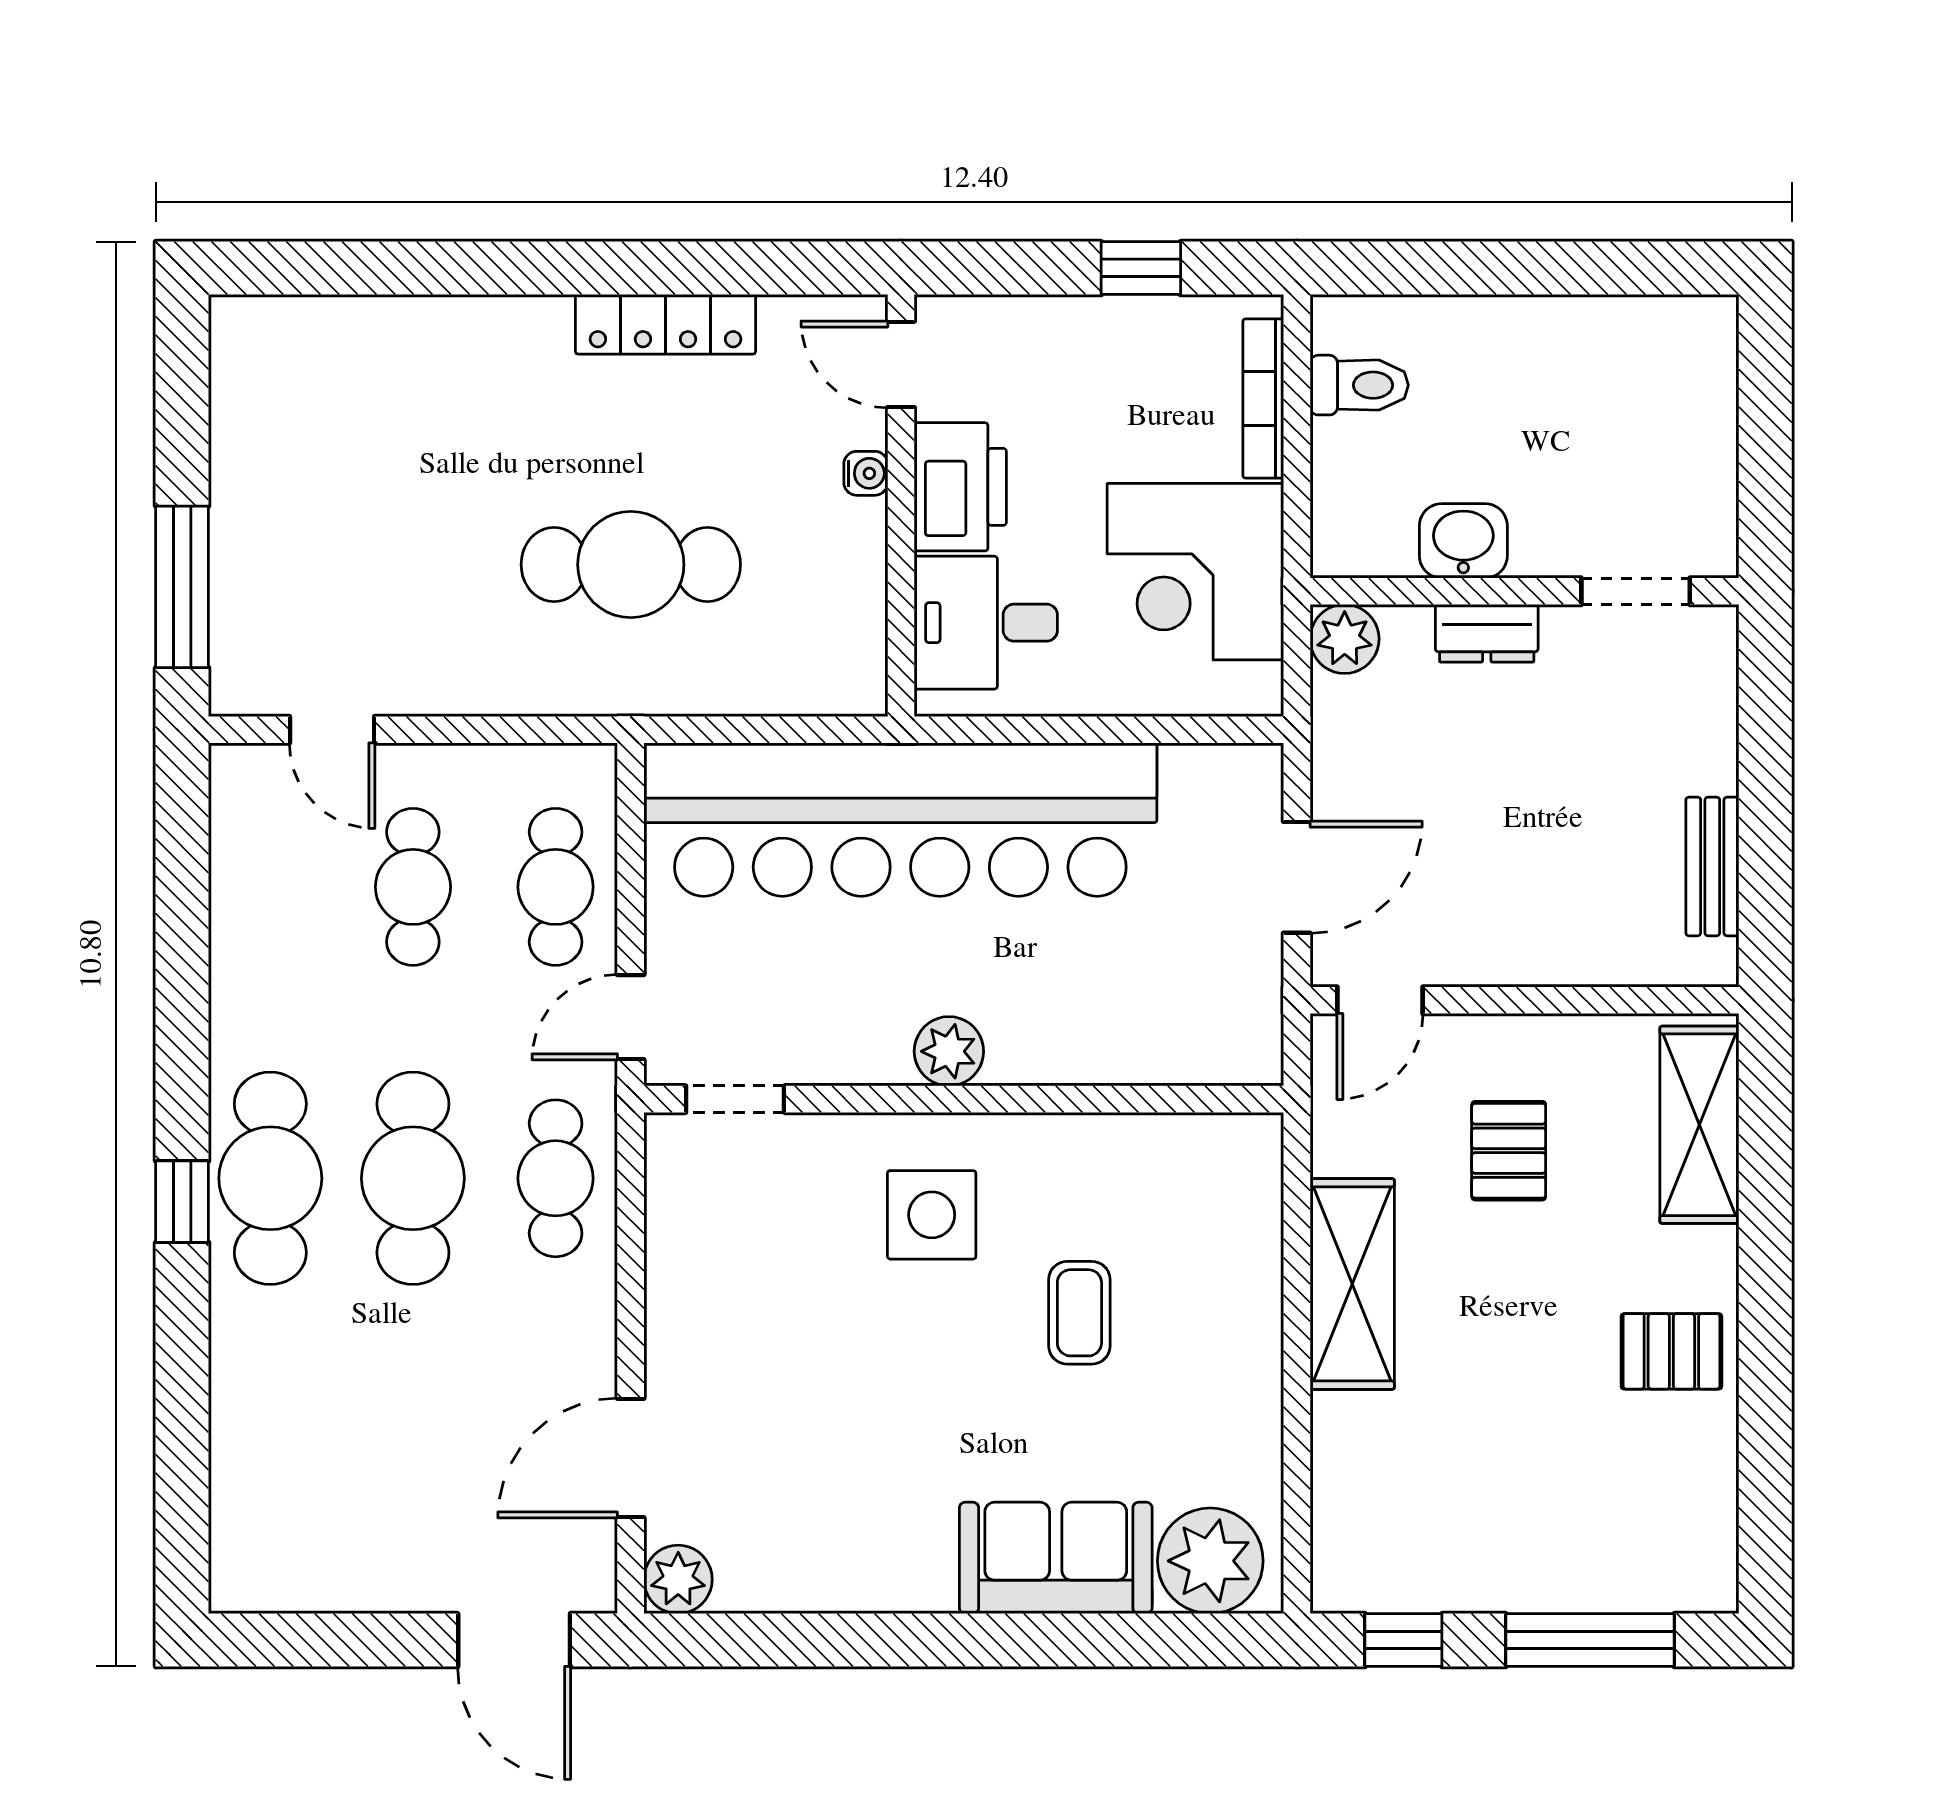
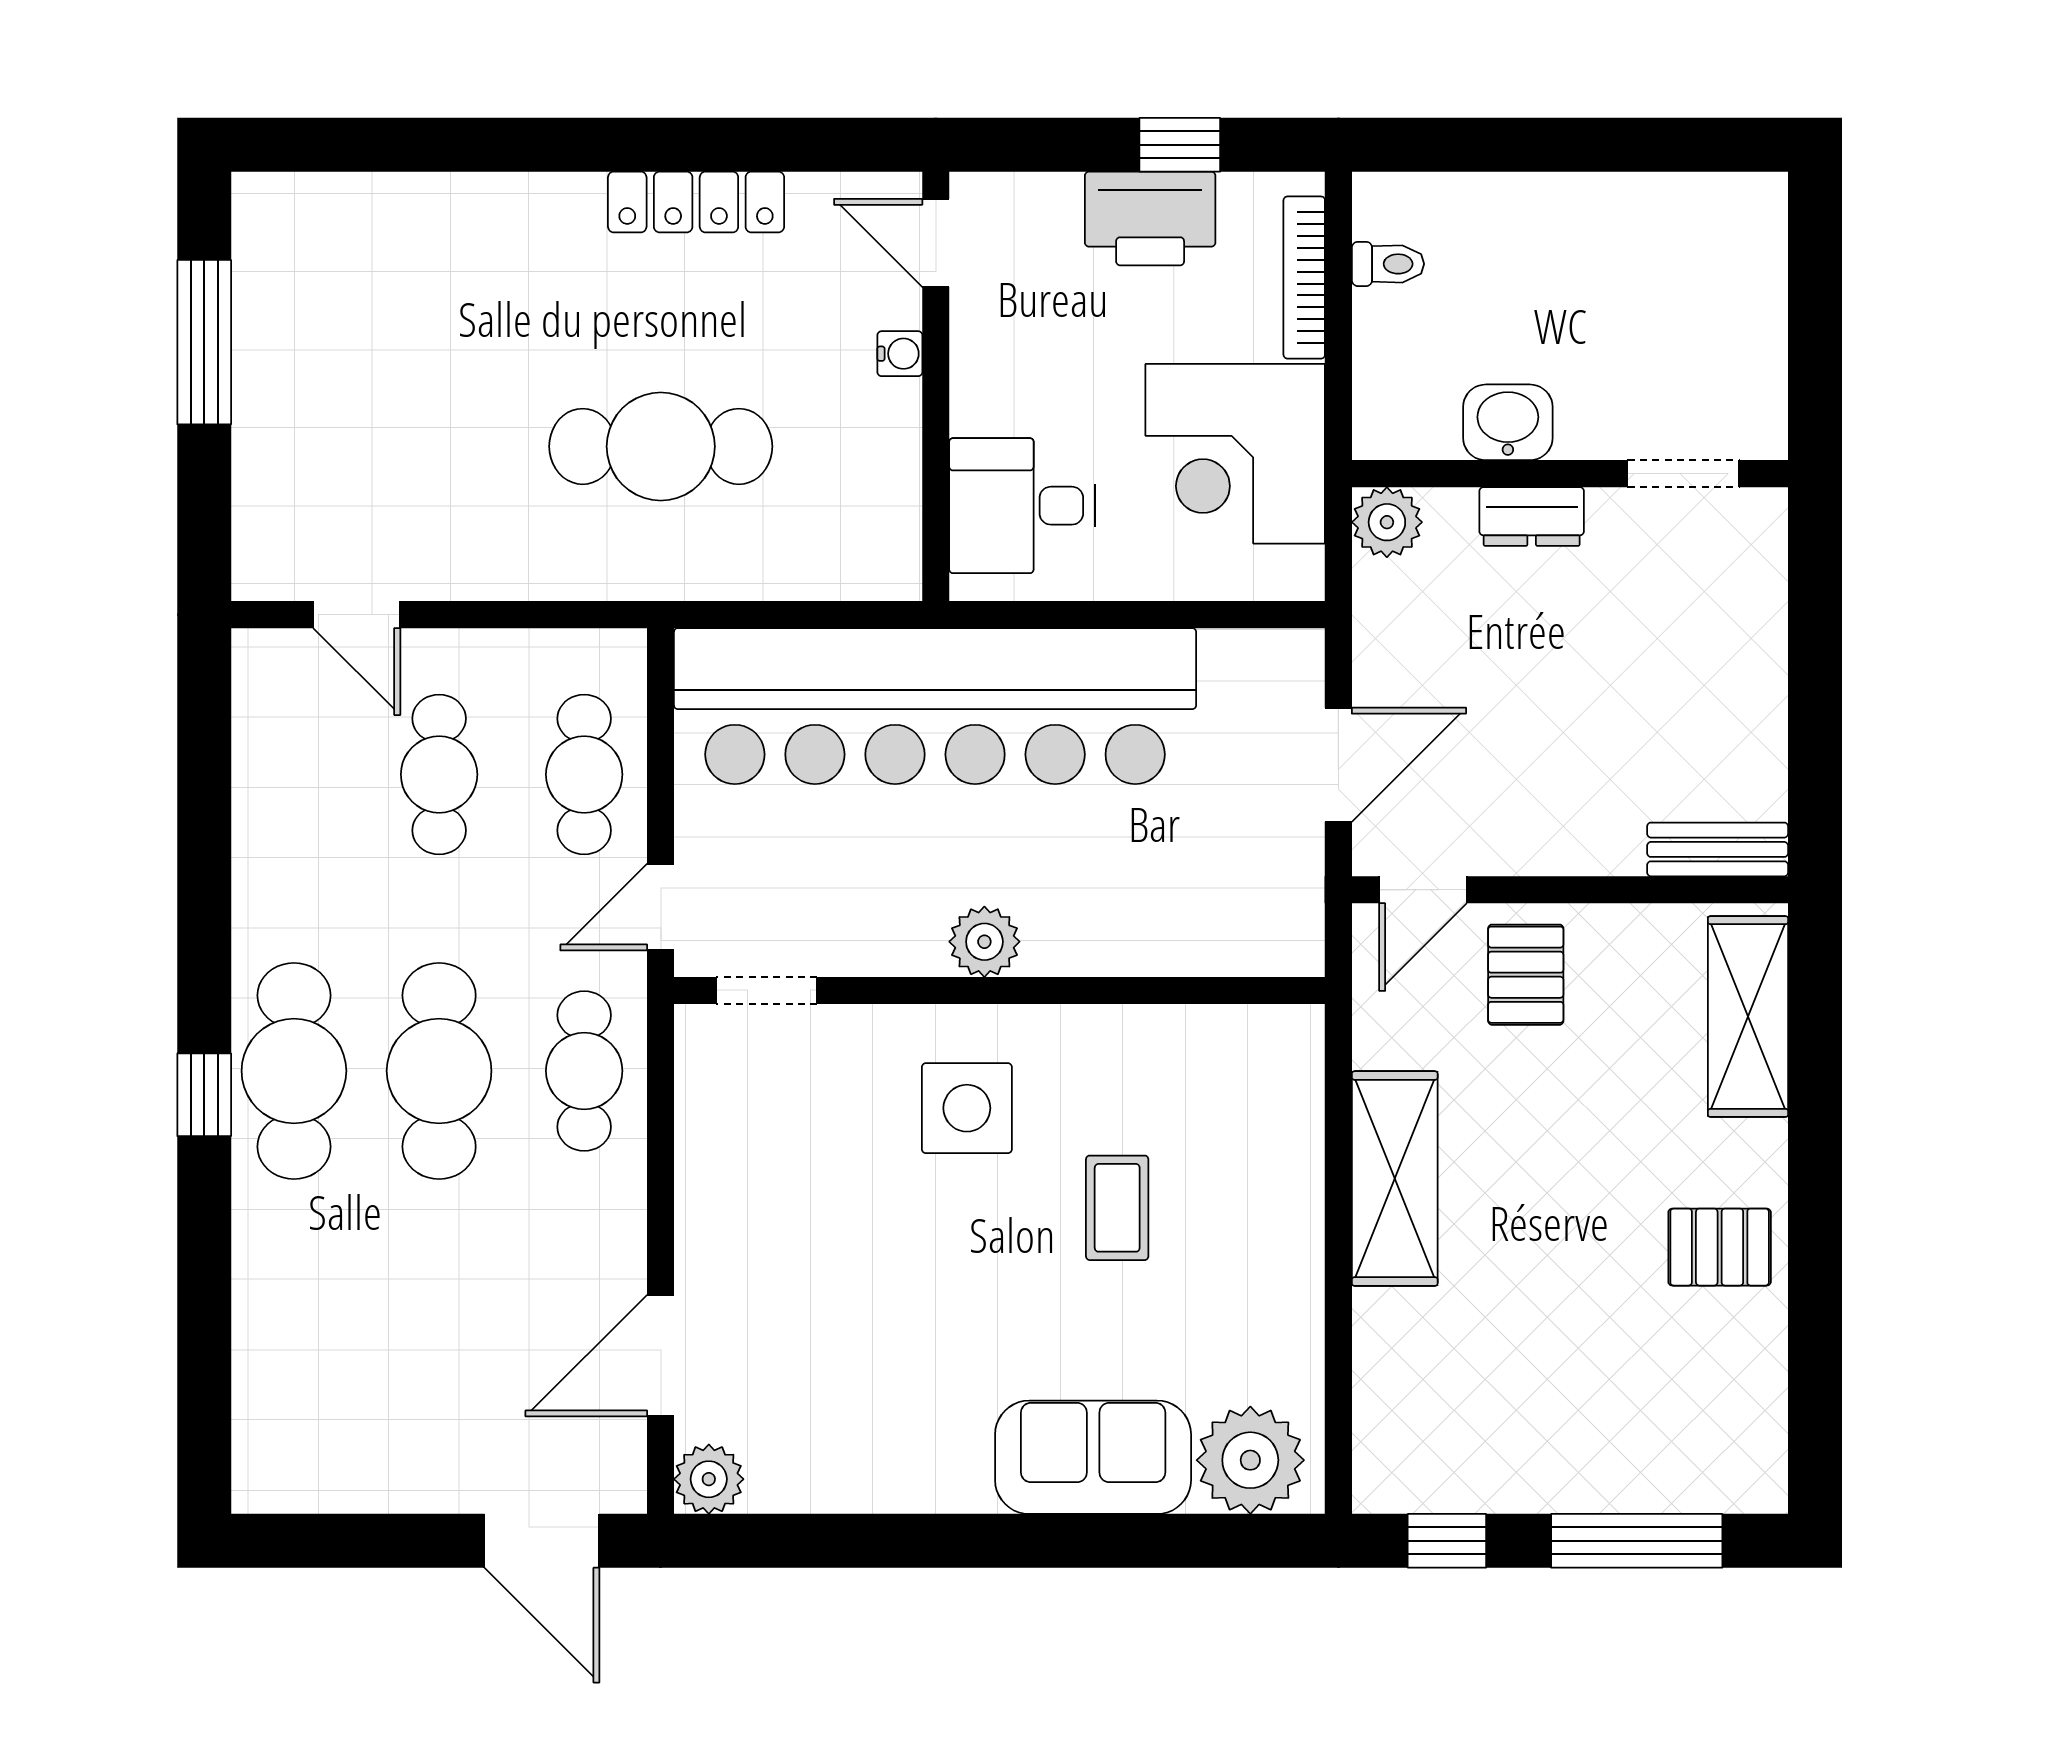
toilet: (1359, 385) -> (1388, 264), width x0.73, depth x0.72
printer: (960, 487) -> (1150, 219), moved, turned 90
window: (182, 587) -> (204, 342), moved
bench: (1712, 866) -> (1718, 849), moved, turned 90
pallet: (1509, 1151) -> (1526, 975), moved

